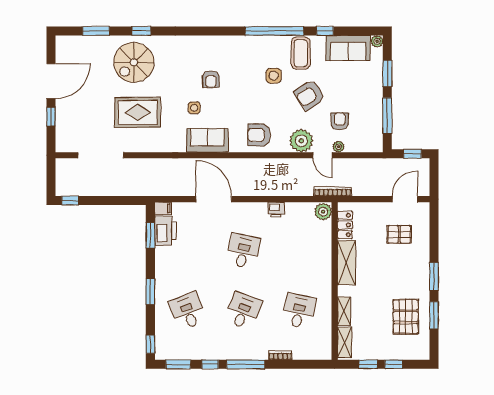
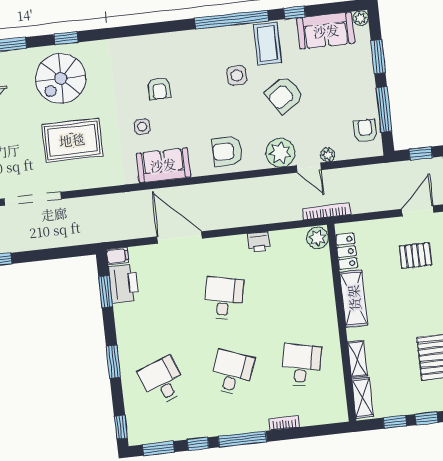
armchair: (340, 121) -> (365, 131), moved

